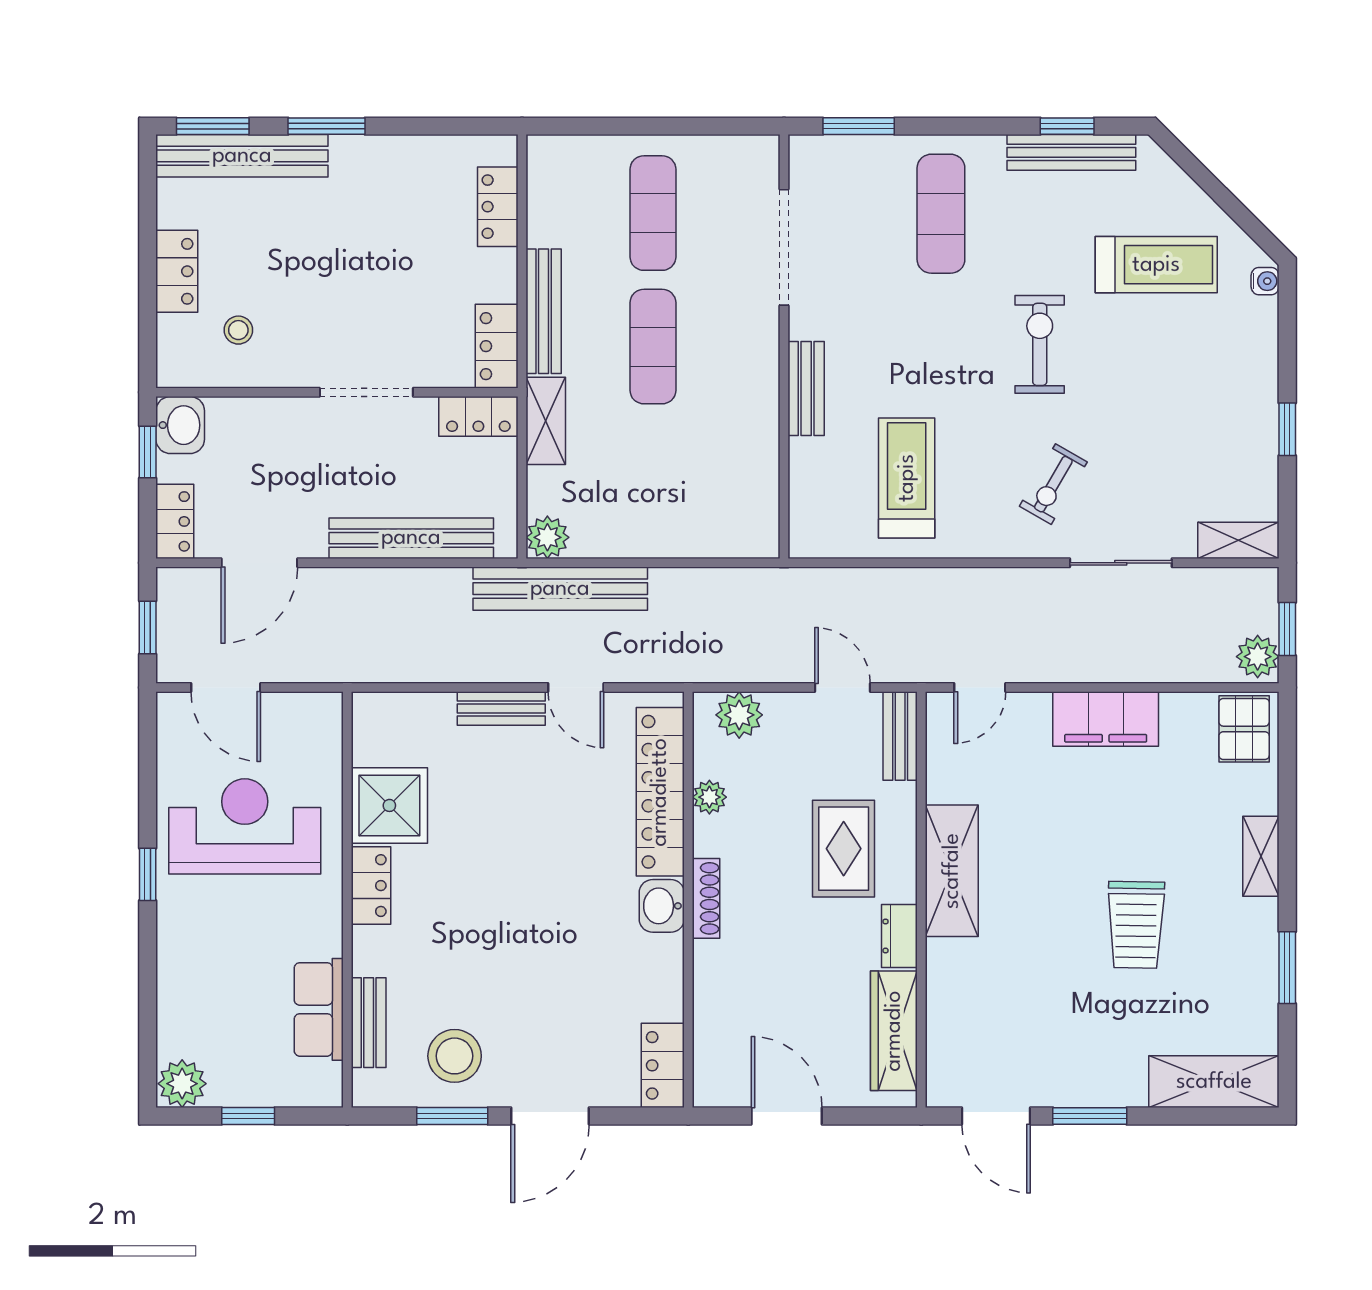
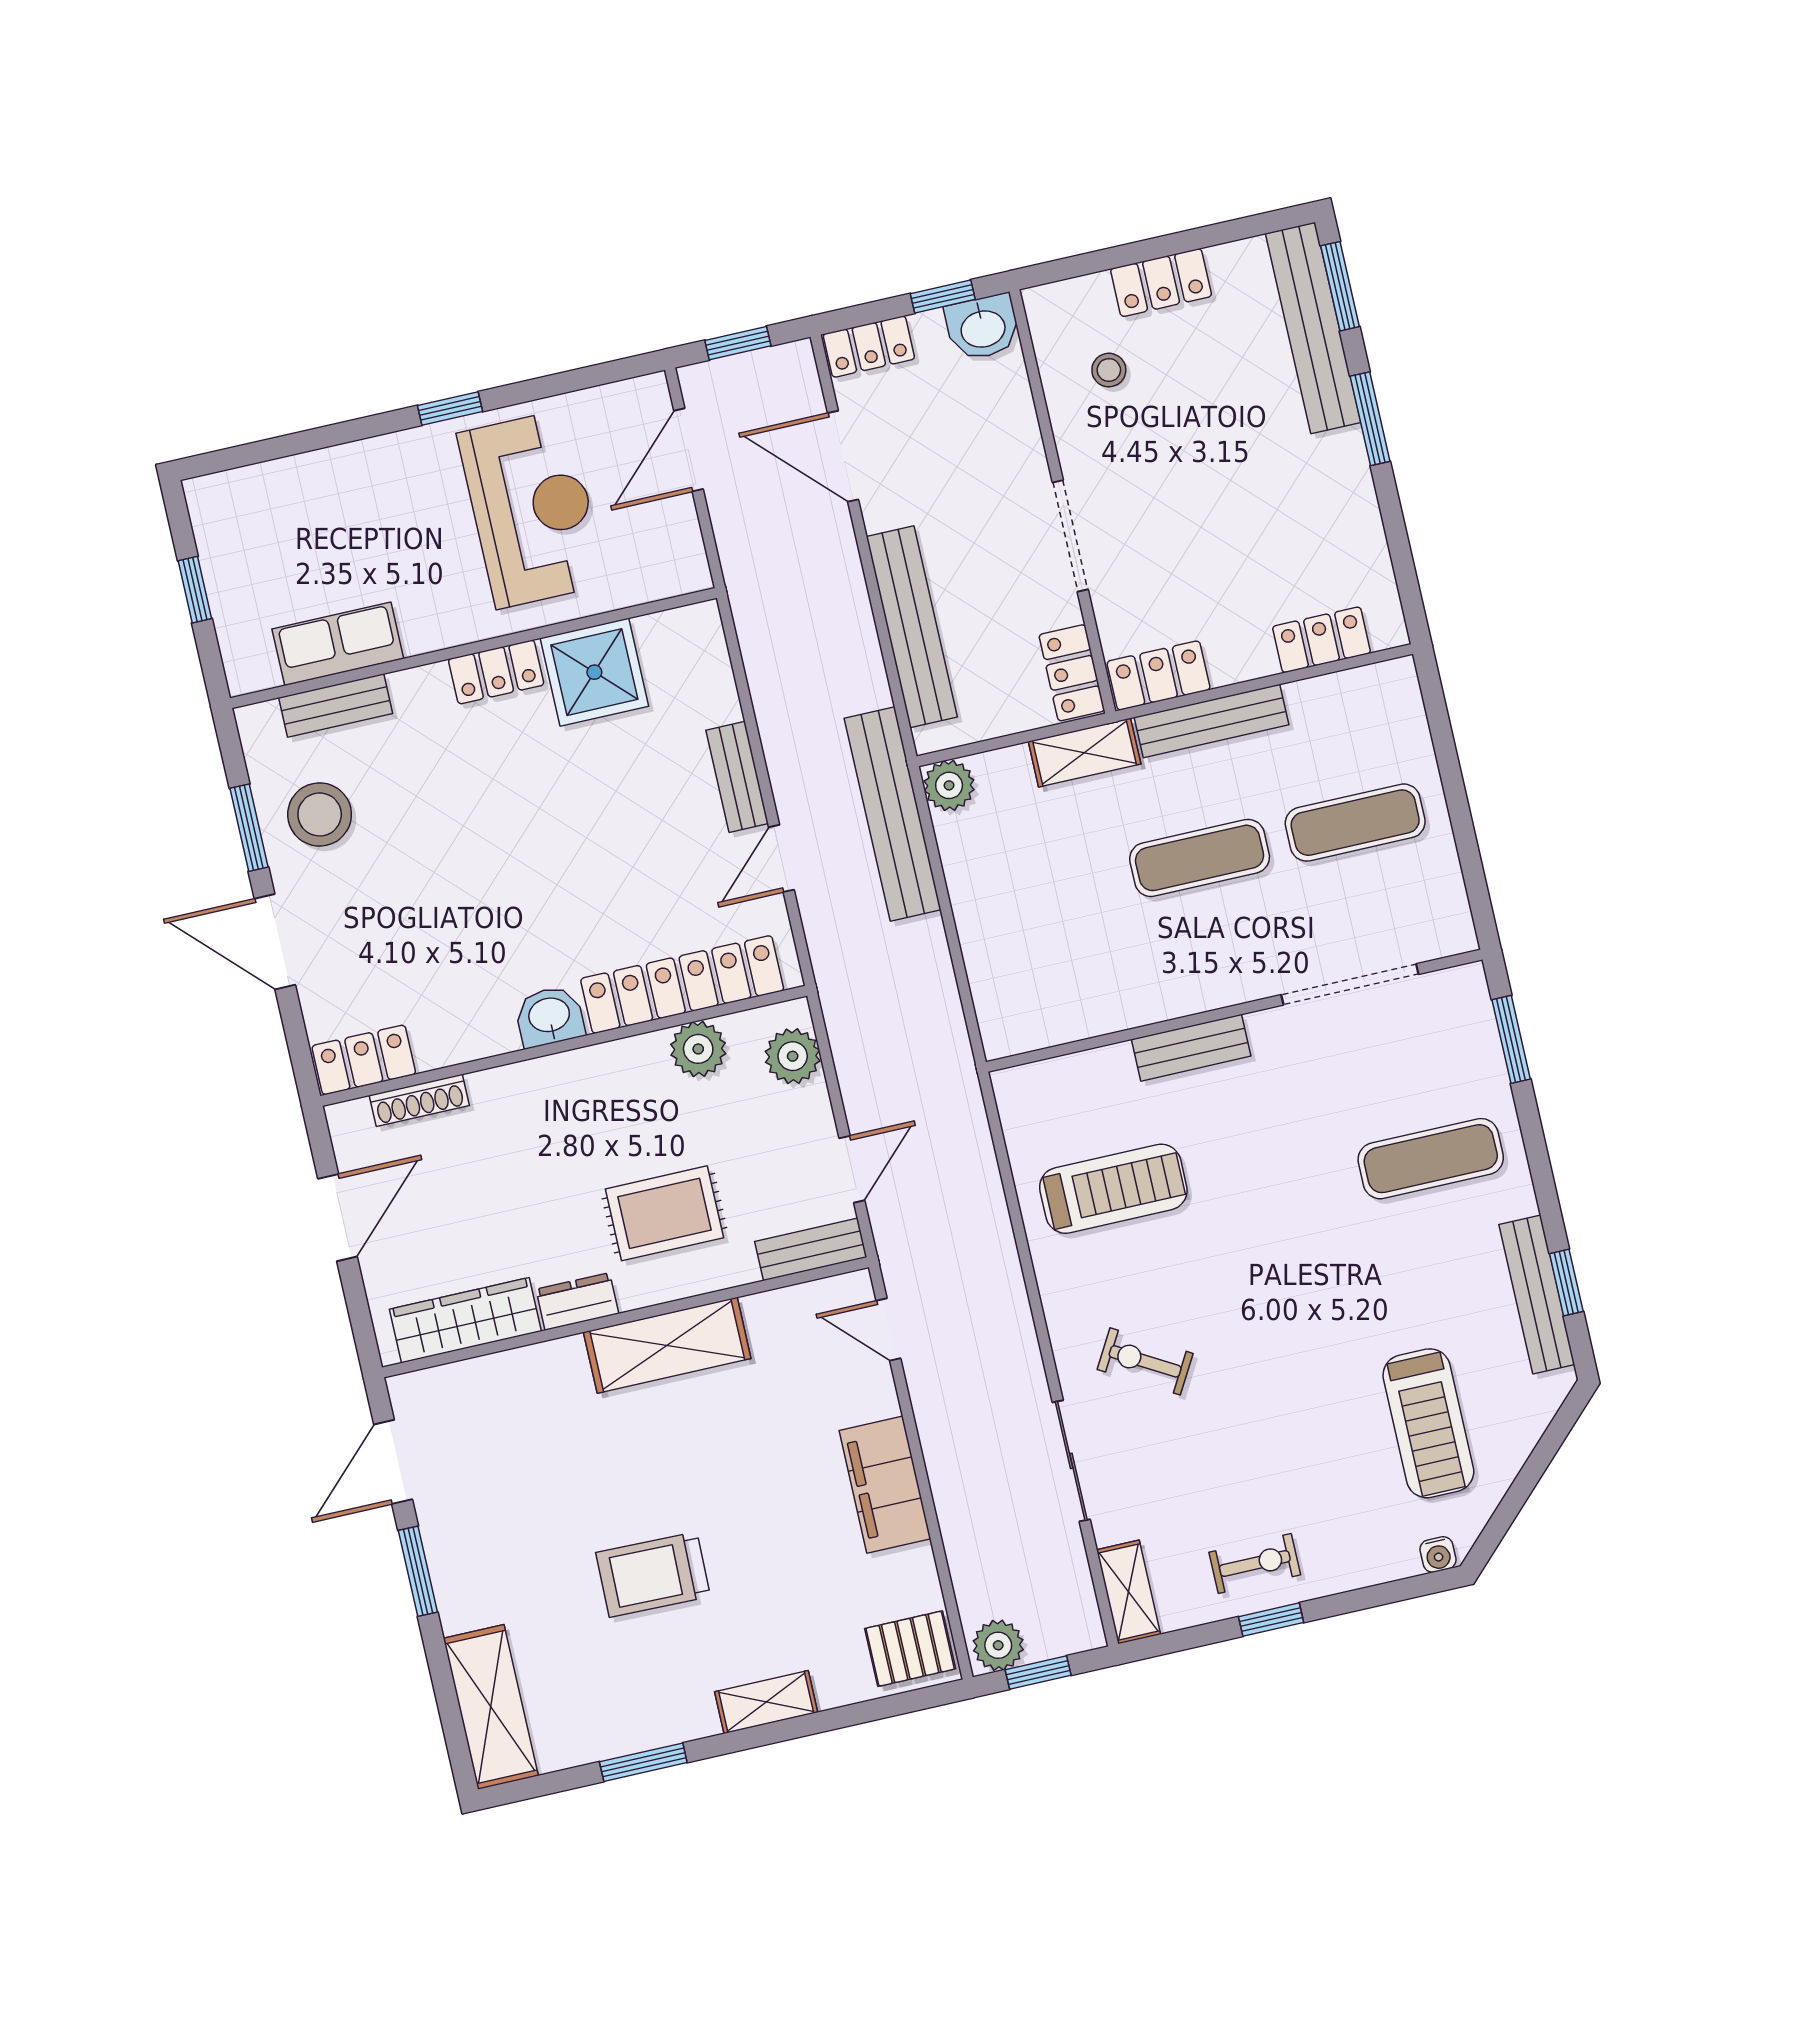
exercise bike: (1040, 344) -> (1255, 1563), moved, width x0.73, depth x0.72
plant: (709, 797) -> (698, 1049), width x1.38, depth x1.38
shoe rack: (706, 898) -> (419, 1100), moved
plant: (182, 1084) -> (215, 504), removed

